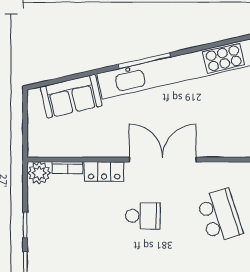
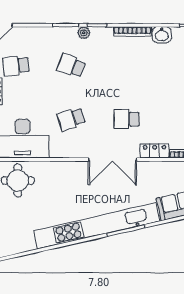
school desk: (220, 216) -> (71, 119), width x0.54

